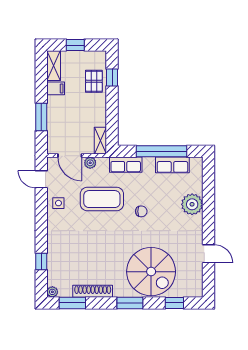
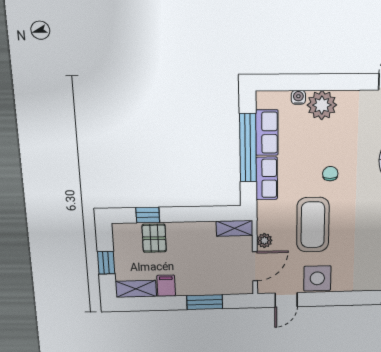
pallet: (94, 81) -> (154, 238), turned 90
row of seats: (126, 165) -> (267, 178), moved
water cooler: (198, 187) -> (298, 97), added
side table: (58, 203) -> (317, 278), width x1.87, depth x1.87

